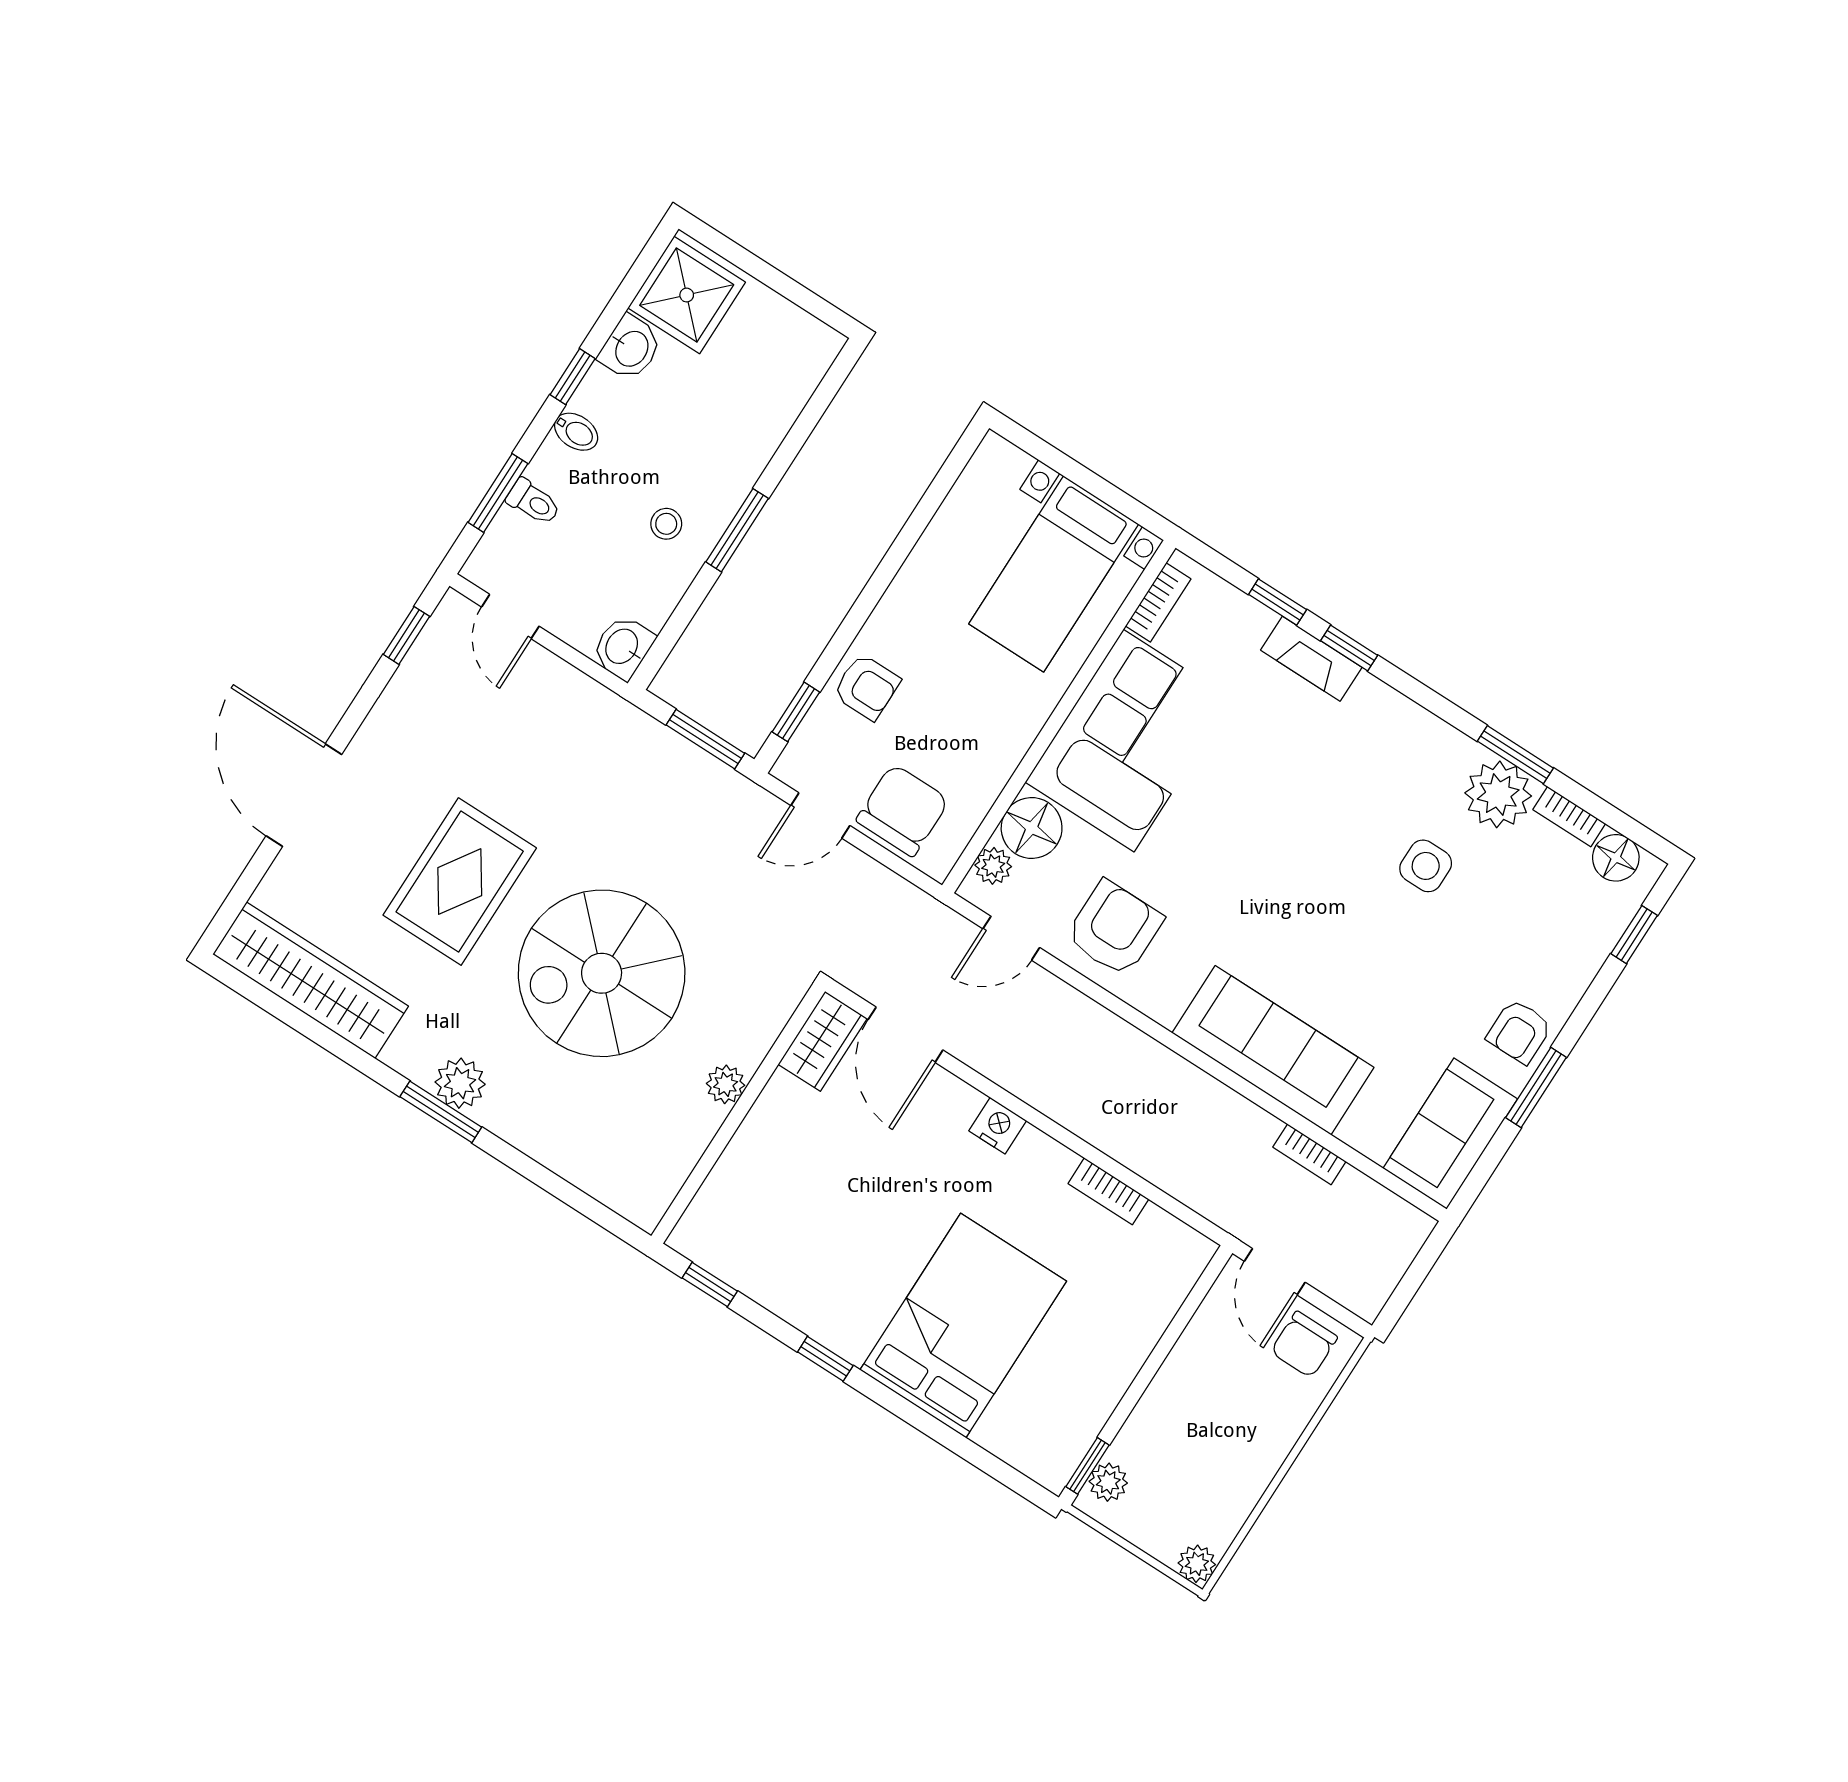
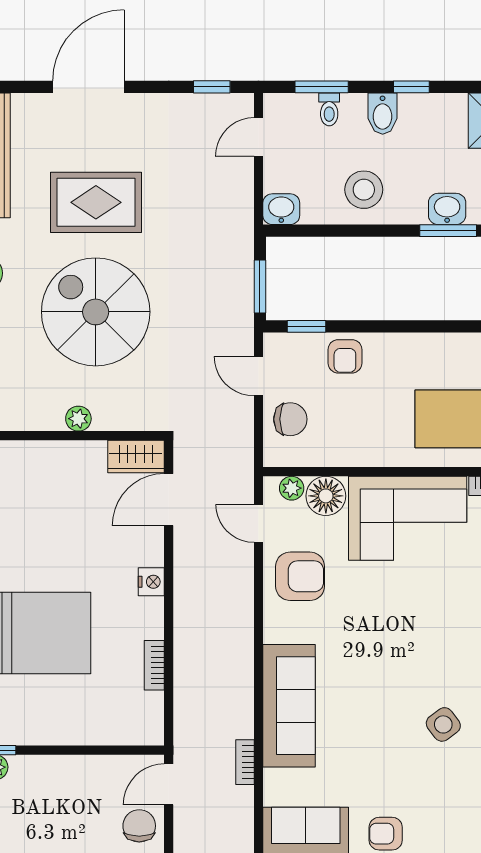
washbasin: (631, 348) -> (447, 209), moved, turned 180
bidet: (576, 432) -> (383, 114), width x1.38, depth x1.36
stool: (666, 524) -> (364, 190), width x1.89, depth x1.89
window: (737, 530) -> (448, 231), moved
chair: (903, 810) -> (290, 419), width x0.73, depth x0.73
side table: (1426, 866) -> (443, 724), turned -37
chair: (1304, 1344) -> (139, 826), turned 90

